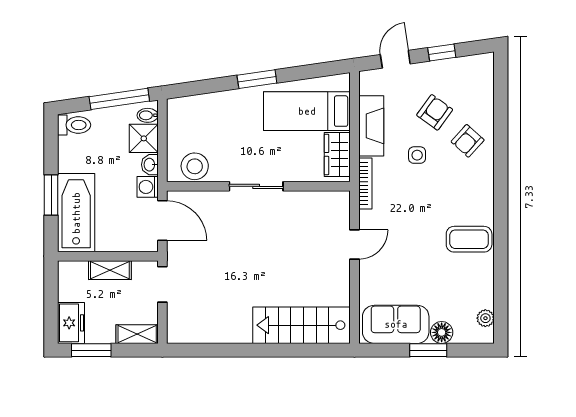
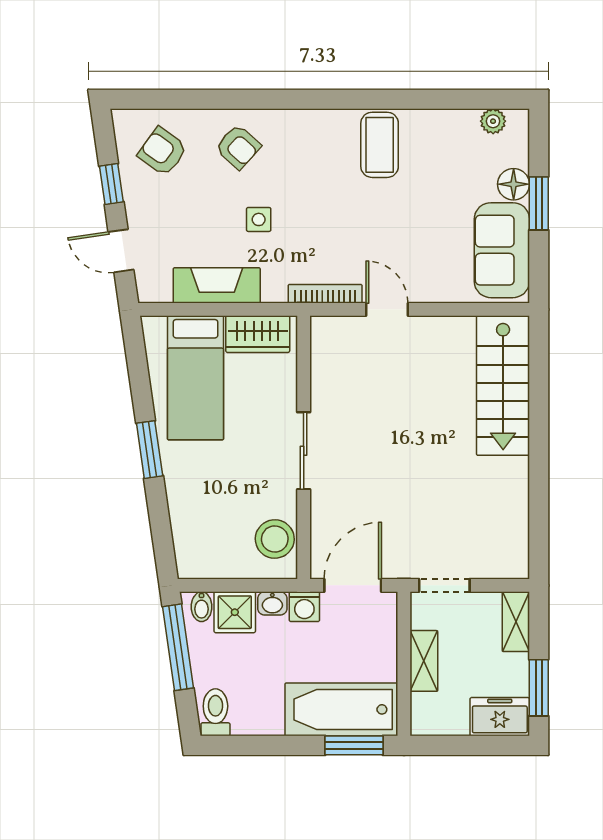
armchair: (435, 112) -> (162, 151), moved
bookcase: (365, 183) -> (325, 294), moved
window: (51, 195) -> (354, 745), moved

